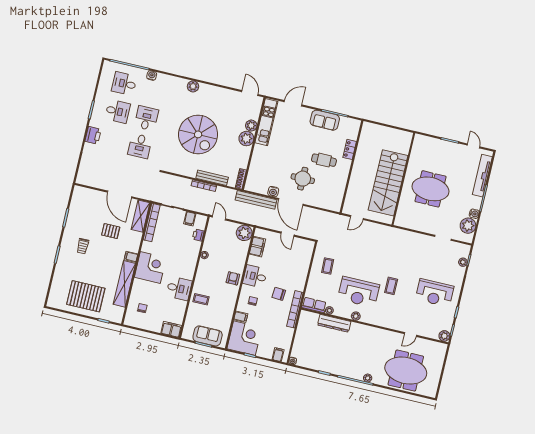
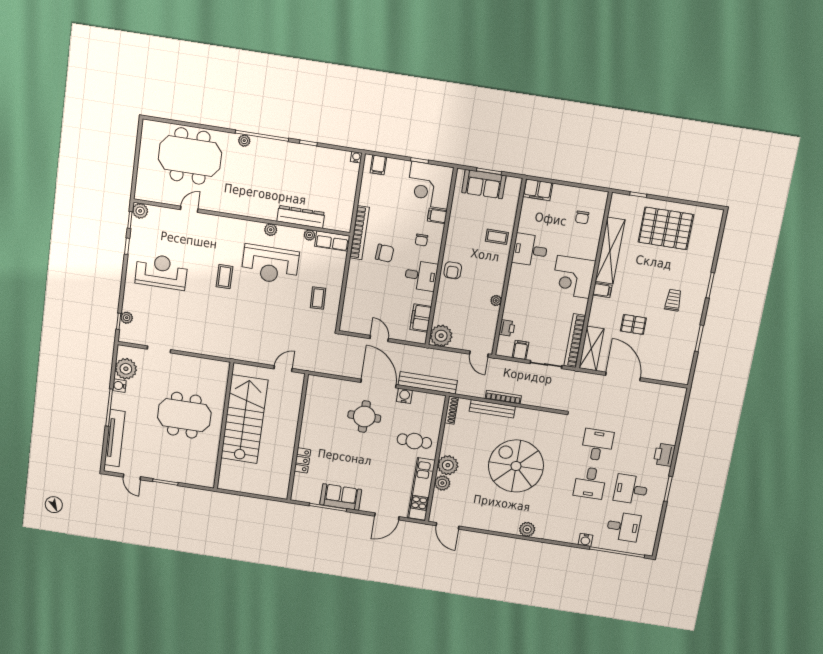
cafe table: (324, 160) -> (414, 441), moved
reception desk: (359, 292) -> (270, 264), turned 180

